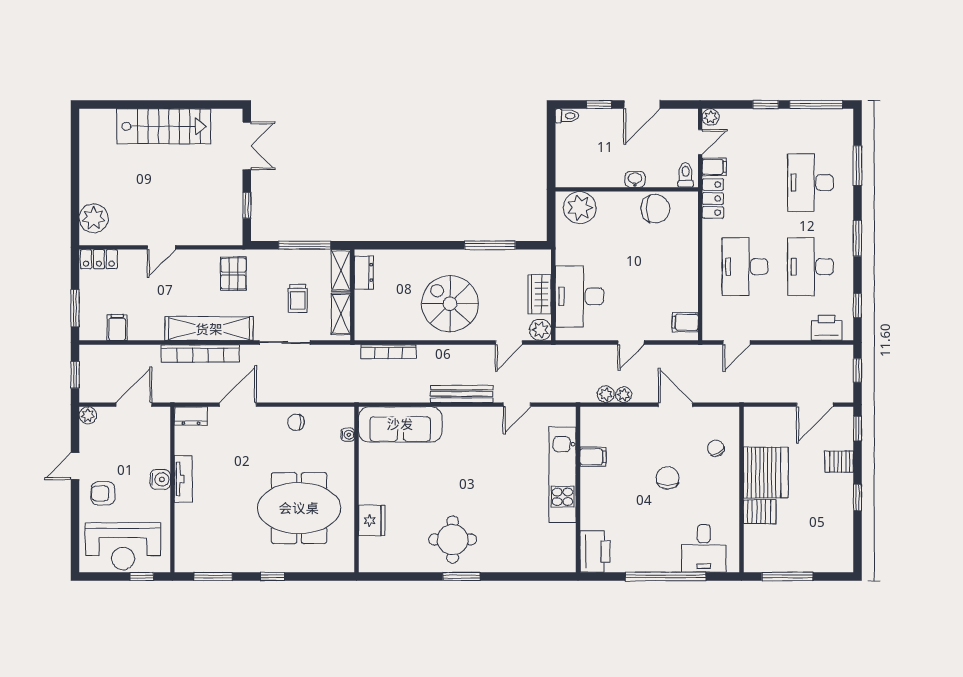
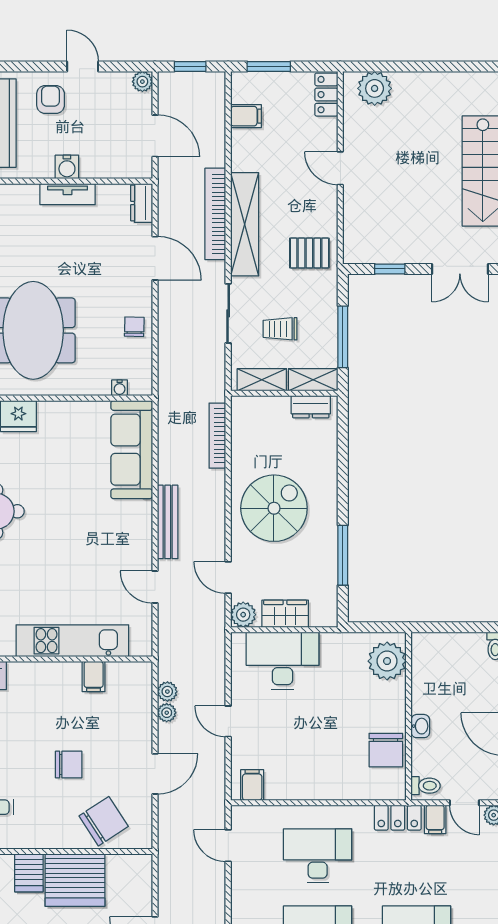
chair: (716, 448) -> (104, 821), width x1.87, depth x1.87

